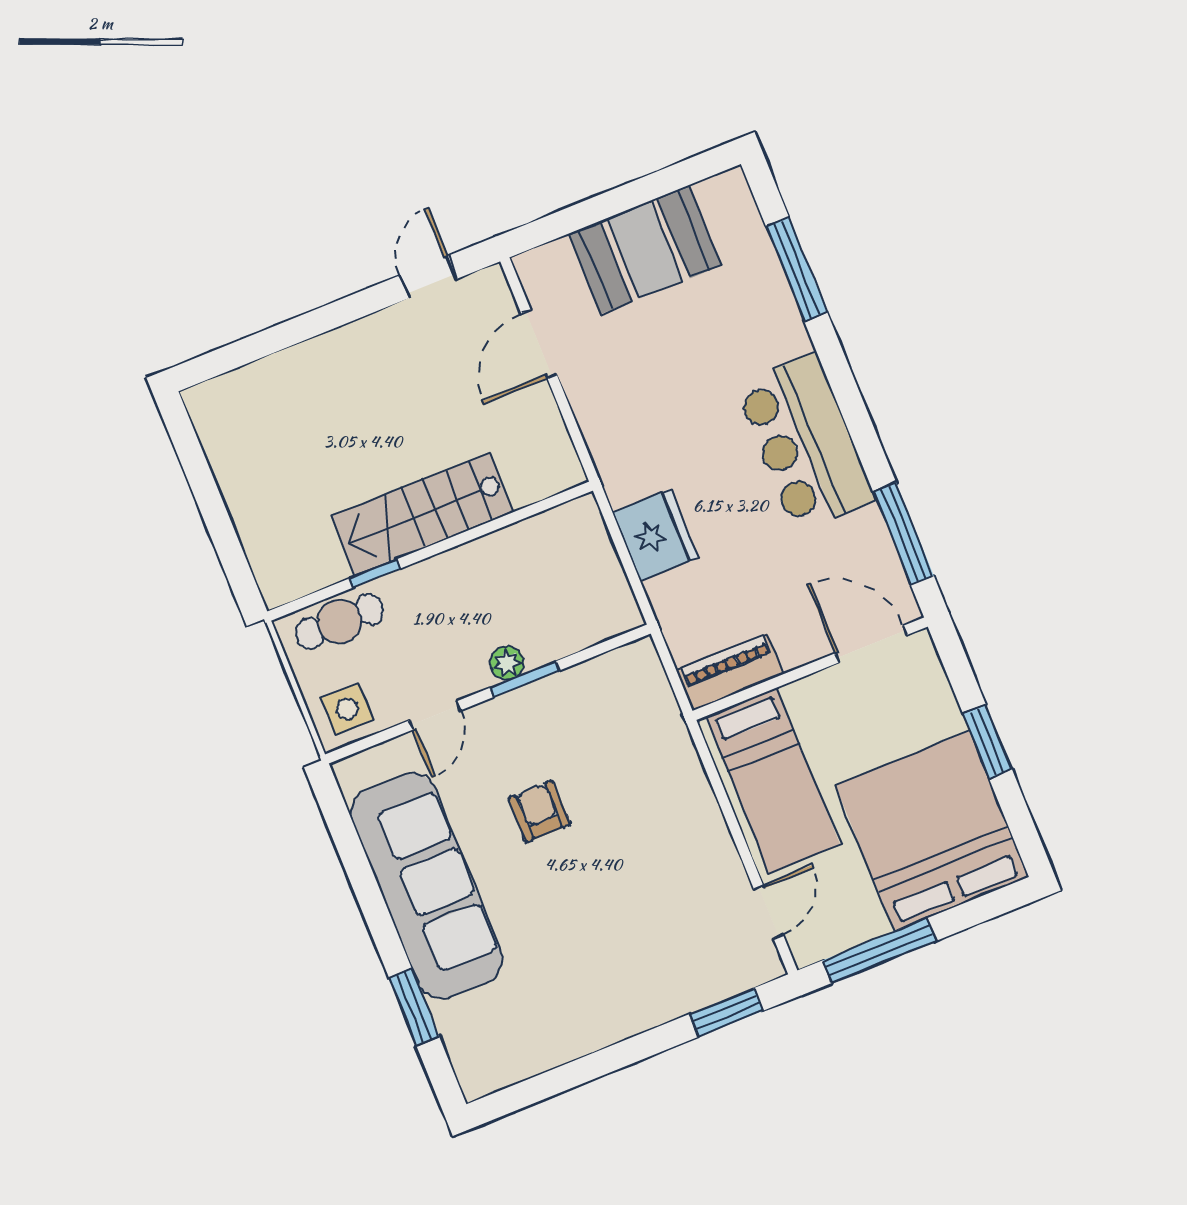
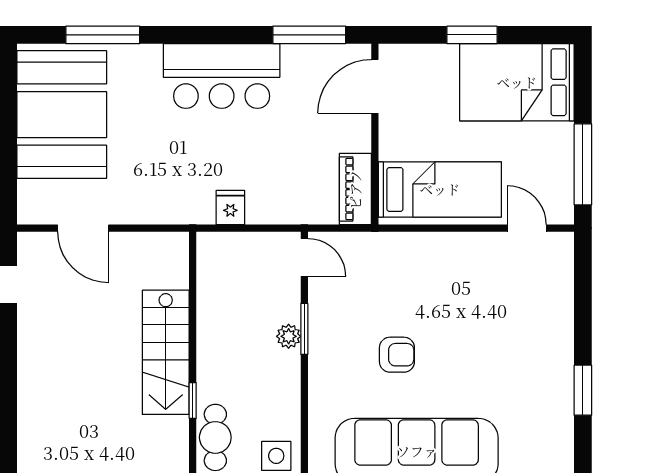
booth: (645, 250) -> (62, 115), width x1.36, depth x1.42
fridge: (655, 535) -> (230, 208), width x0.53, depth x0.75
door: (435, 715) -> (304, 257), moved
armchair: (539, 811) -> (397, 355), turned 180
bed: (932, 831) -> (517, 82), width x0.73
window: (726, 1013) -> (583, 390), moved

